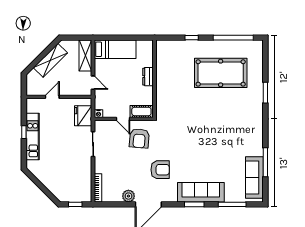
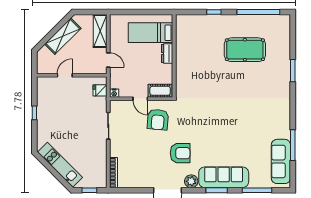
bed: (115, 49) -> (150, 33), moved, turned 180
pool table: (221, 73) -> (245, 50), width x0.73, depth x0.76
fridge: (83, 116) -> (100, 90), width x0.53, depth x0.75
kitchen unit: (33, 136) -> (60, 165), moved, turned -45
plant: (128, 196) -> (191, 181), moved

